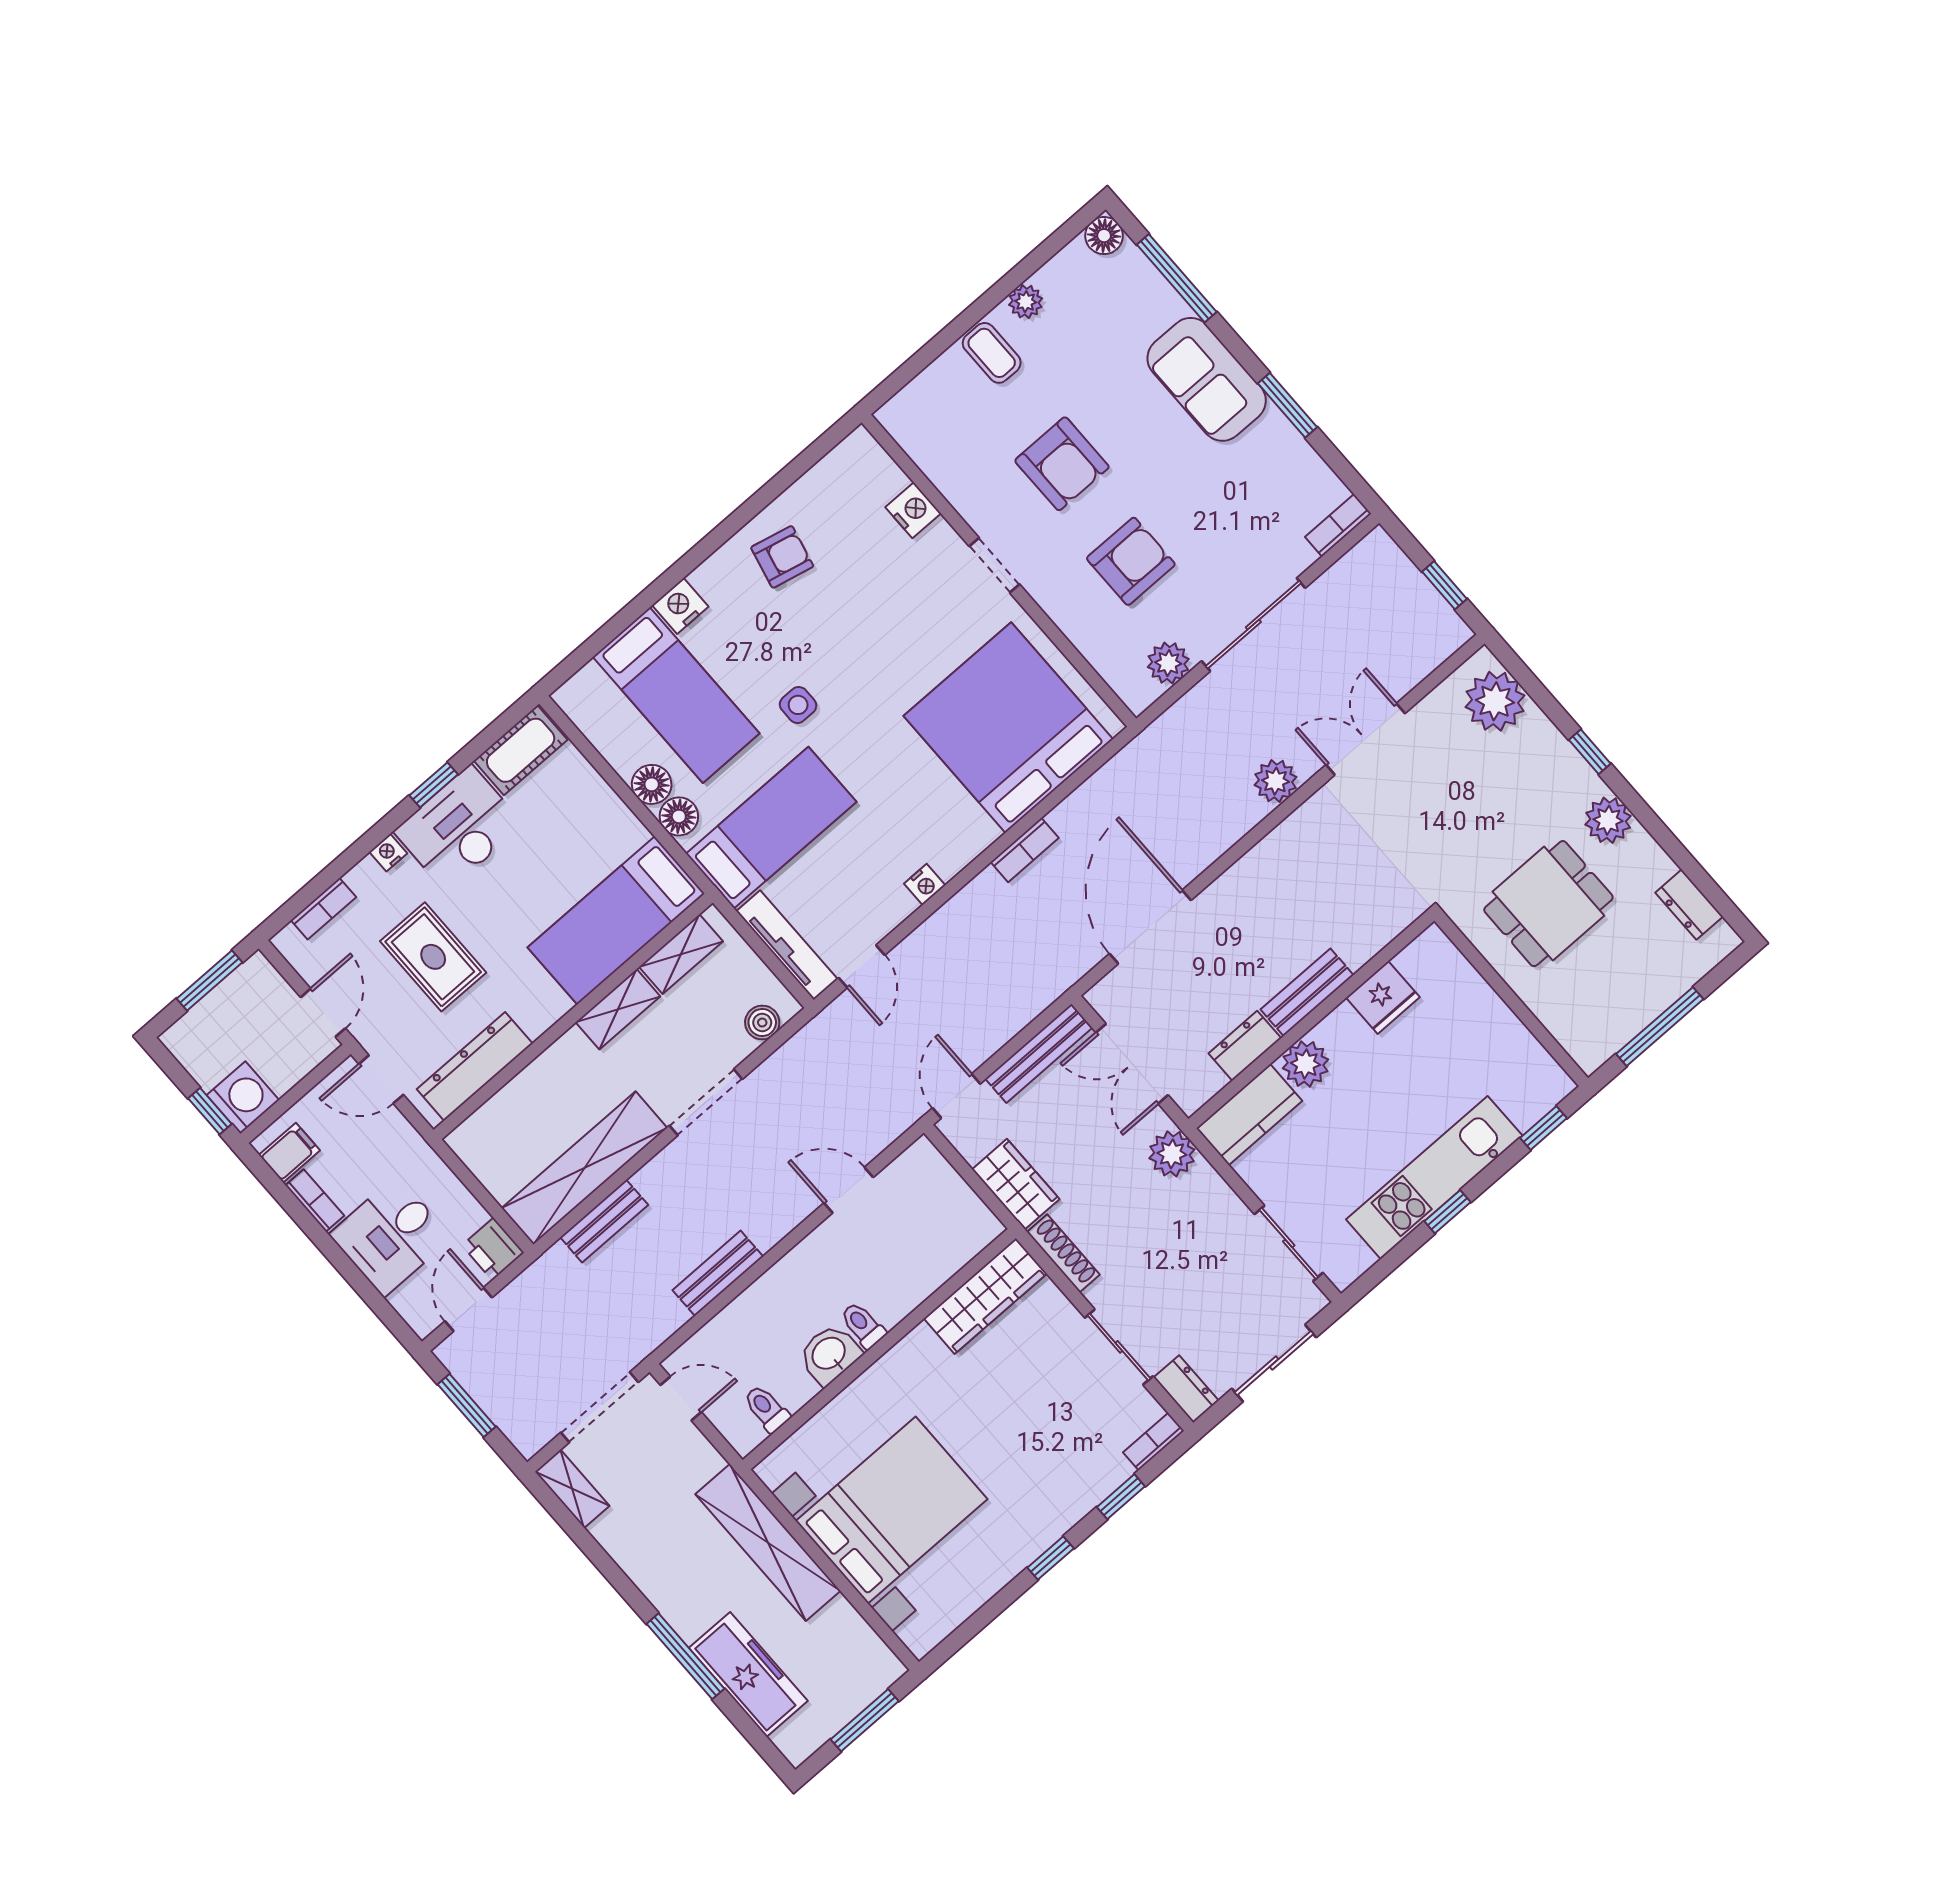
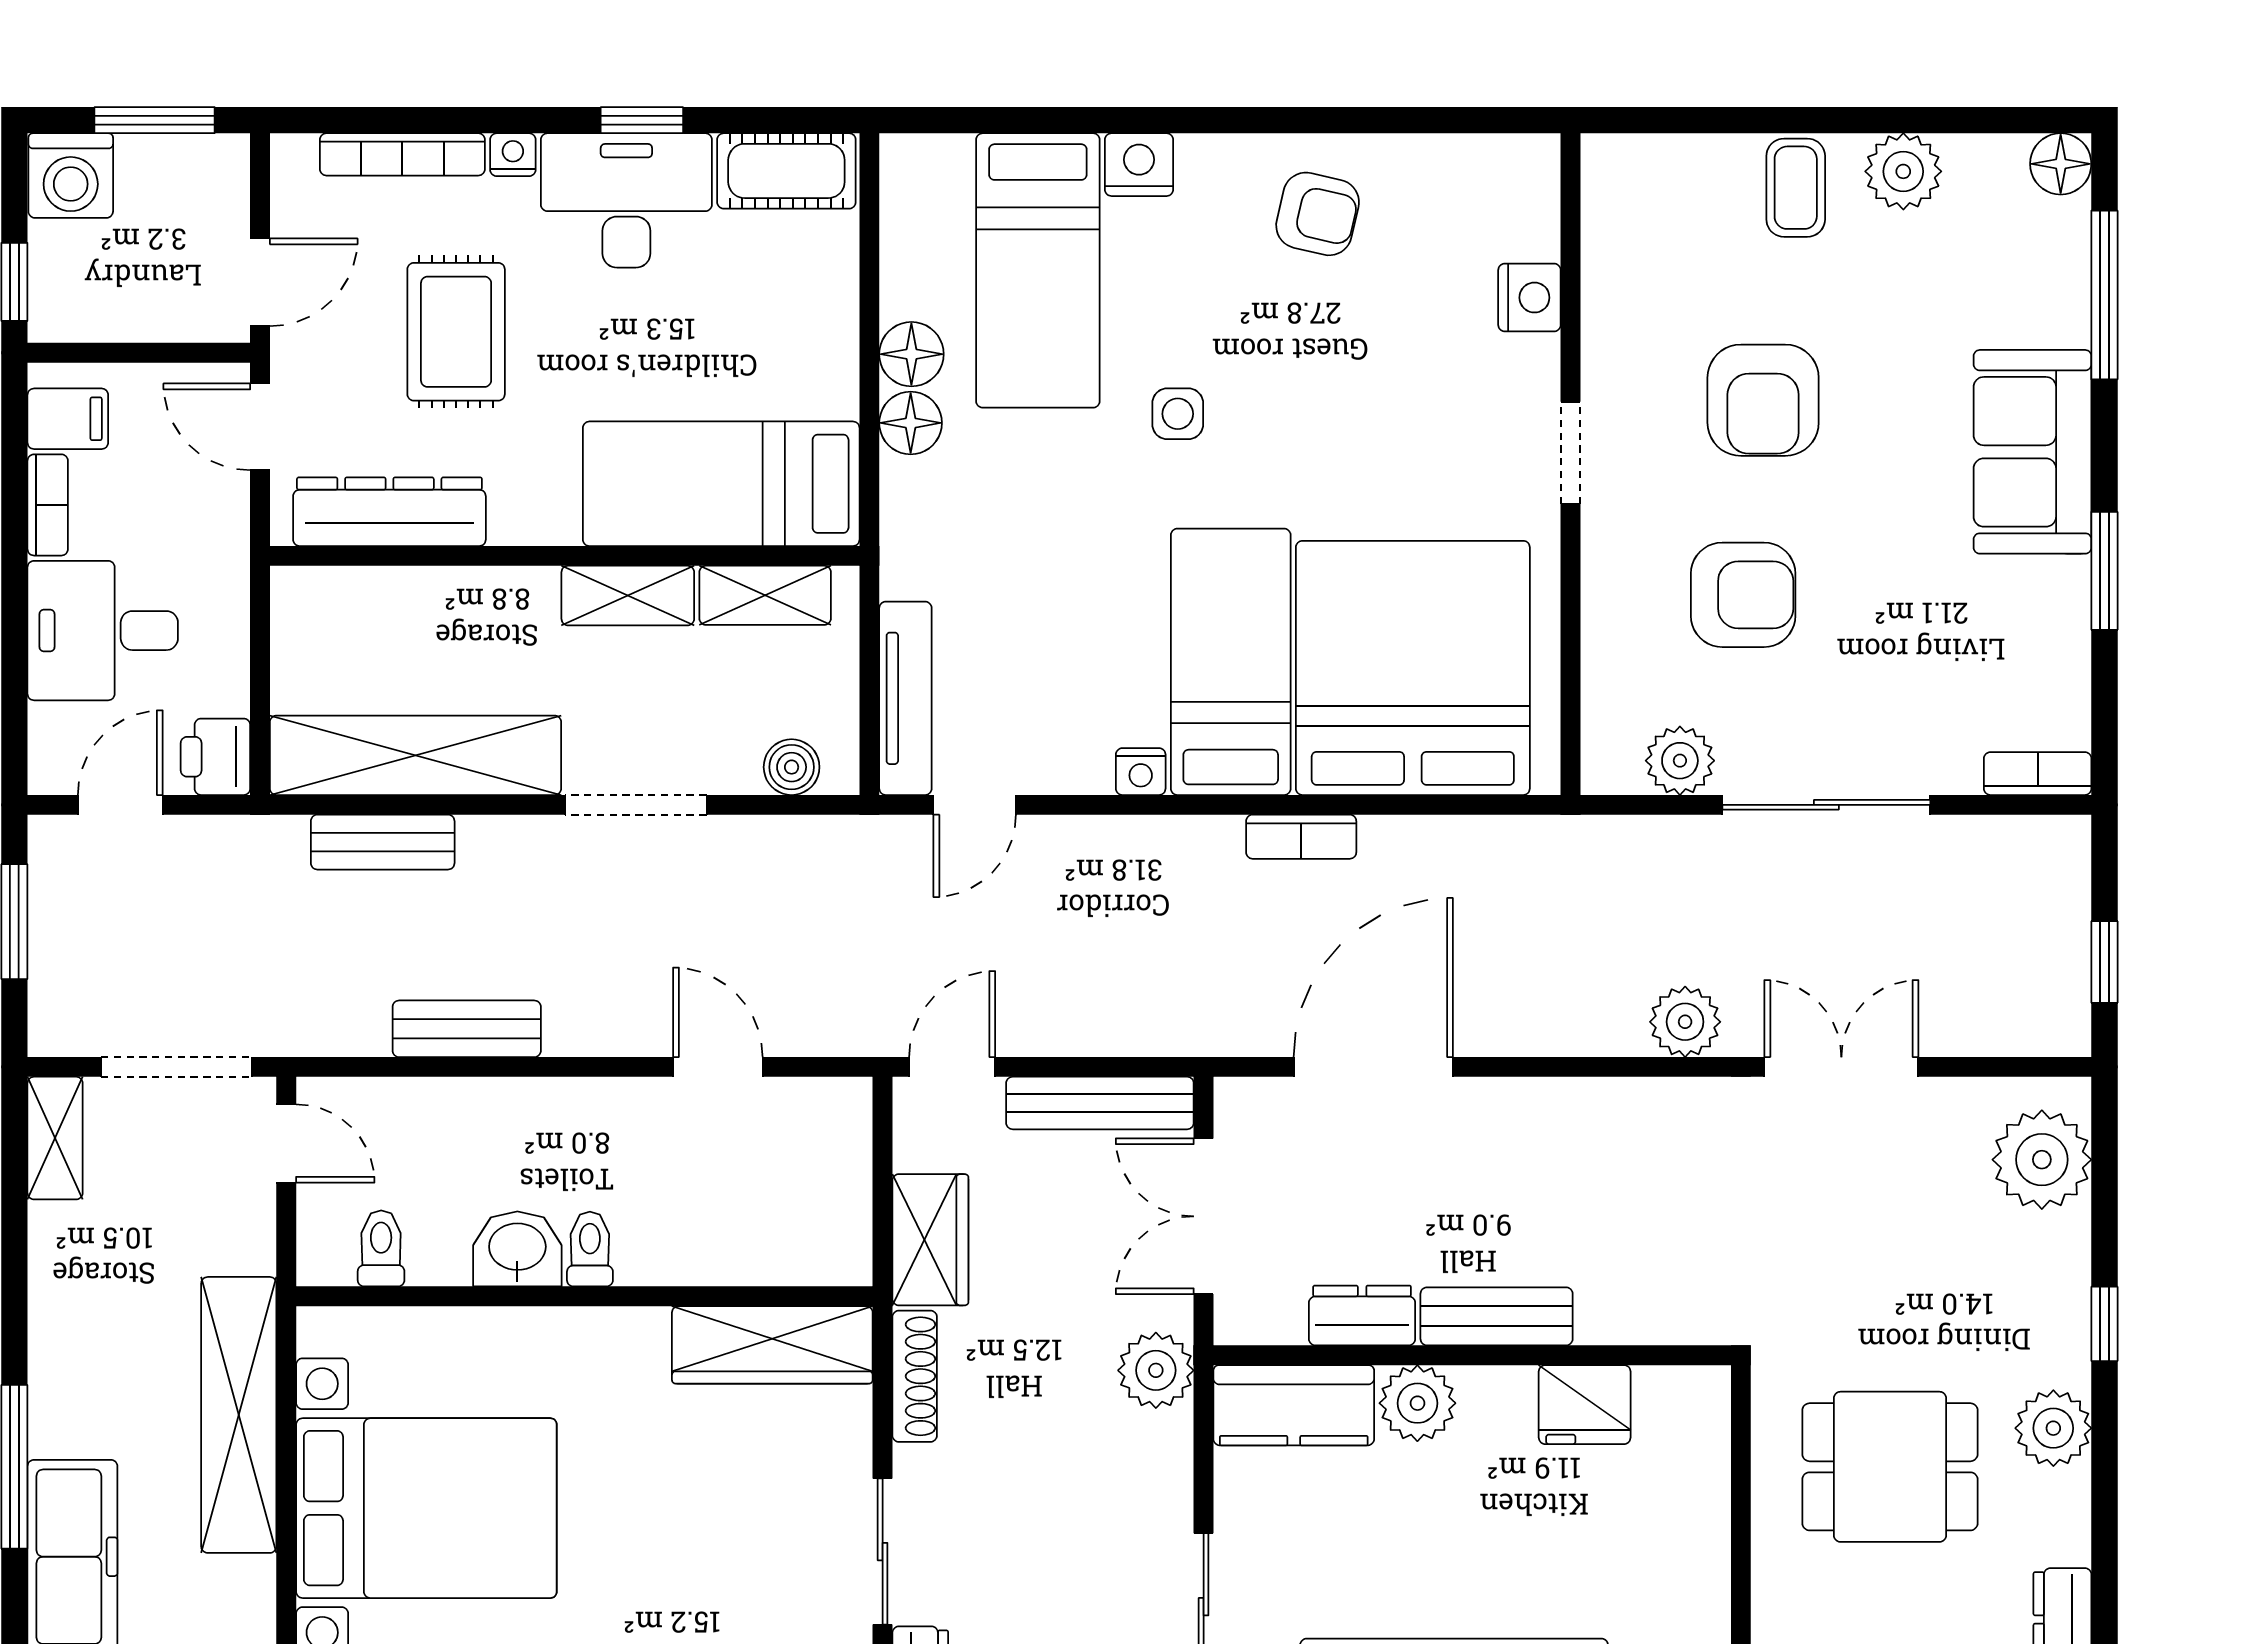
plant: (1026, 302) -> (1903, 171), width x1.38, depth x1.38
bed: (771, 828) -> (1231, 662), moved, turned -90
bookcase: (324, 909) -> (402, 154), width x1.56
washing machine: (243, 1098) -> (71, 176), moved, turned 90

